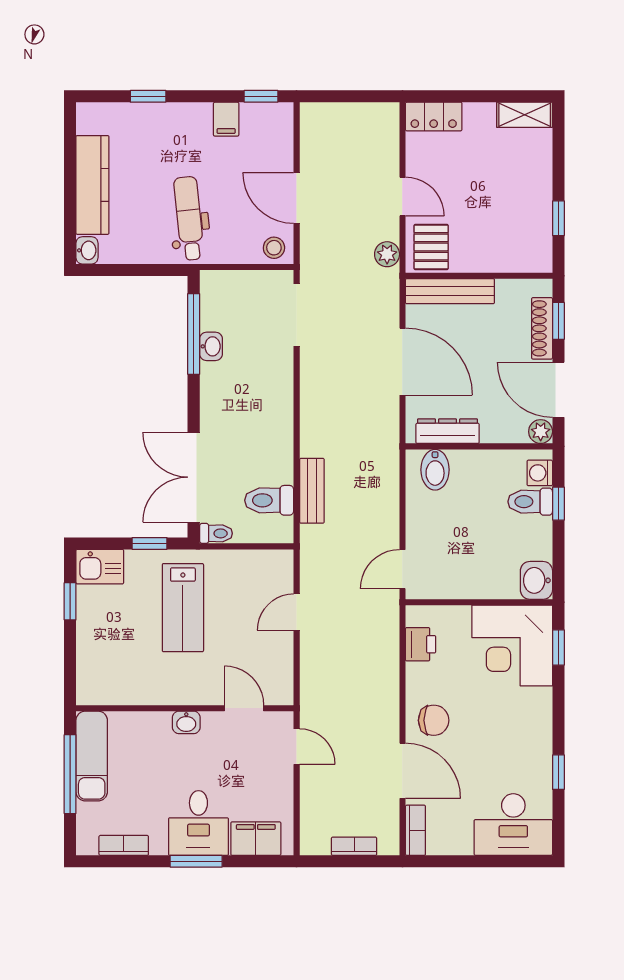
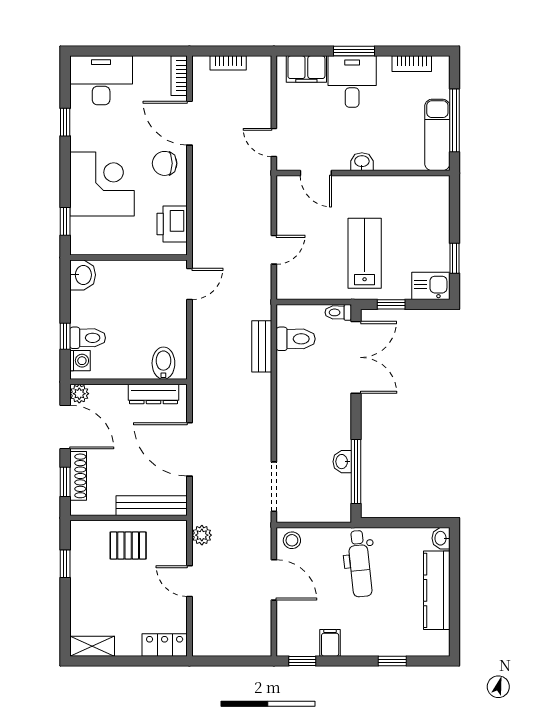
pallet: (431, 247) -> (128, 546), moved, turned 90
printer: (421, 644) -> (172, 224), width x1.36, depth x1.24
corner desk: (512, 646) -> (102, 184), moved

